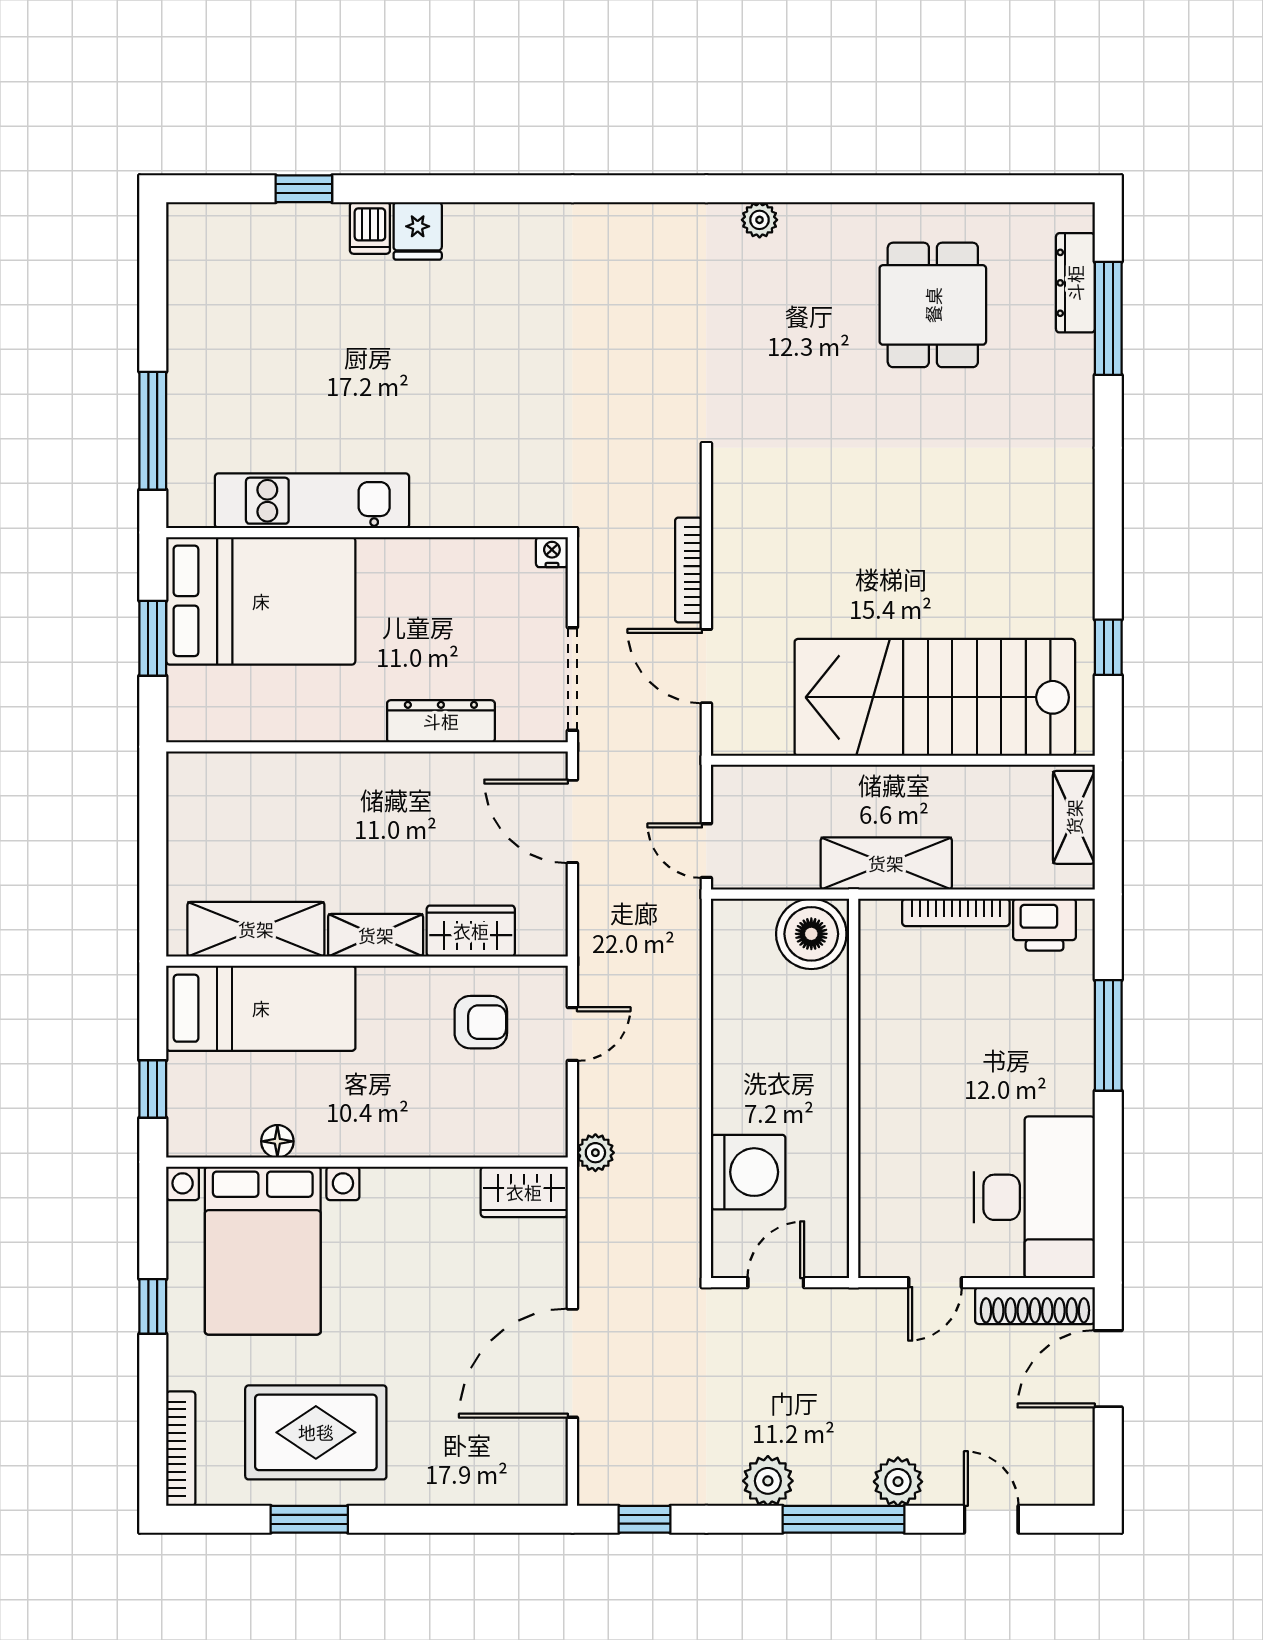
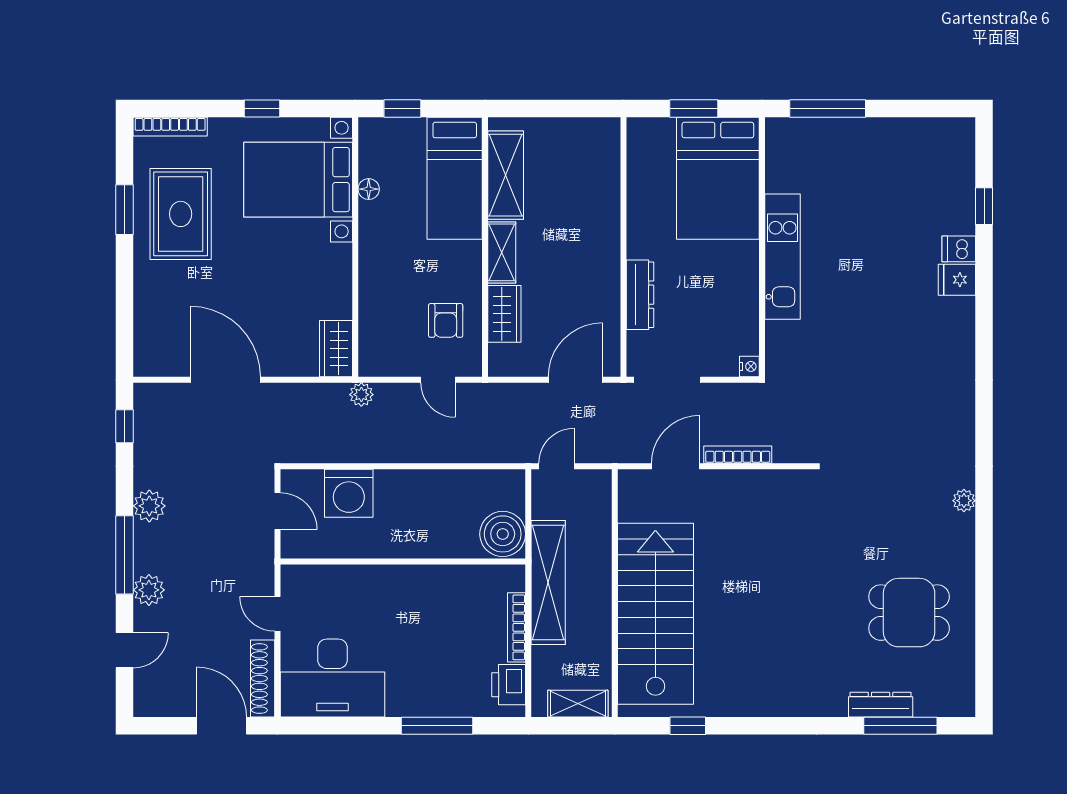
dresser: (1075, 283) -> (881, 705), moved
kitchen unit: (312, 501) -> (783, 257), moved
shelving: (886, 863) -> (548, 582), width x1.47

